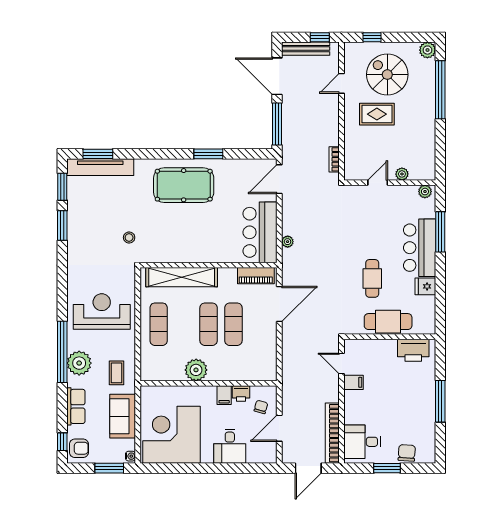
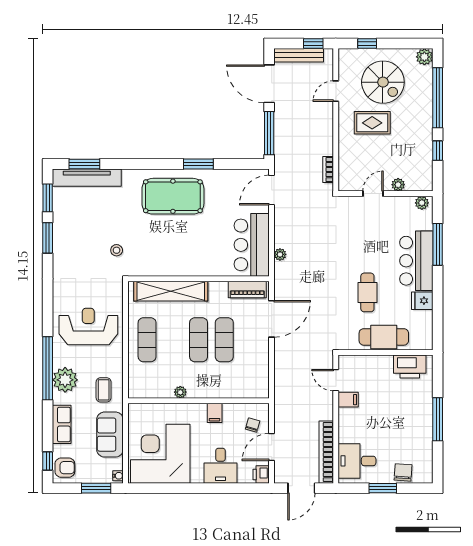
spiral stairs: (387, 75) -> (383, 82), turned 180
window: (440, 141) -> (438, 151), added
plant: (196, 370) -> (180, 392), width x0.53, depth x0.53
printer: (241, 394) -> (261, 474), moved, turned 90

